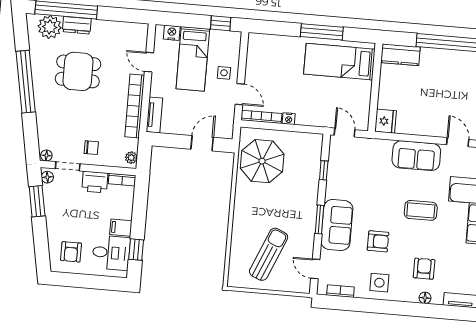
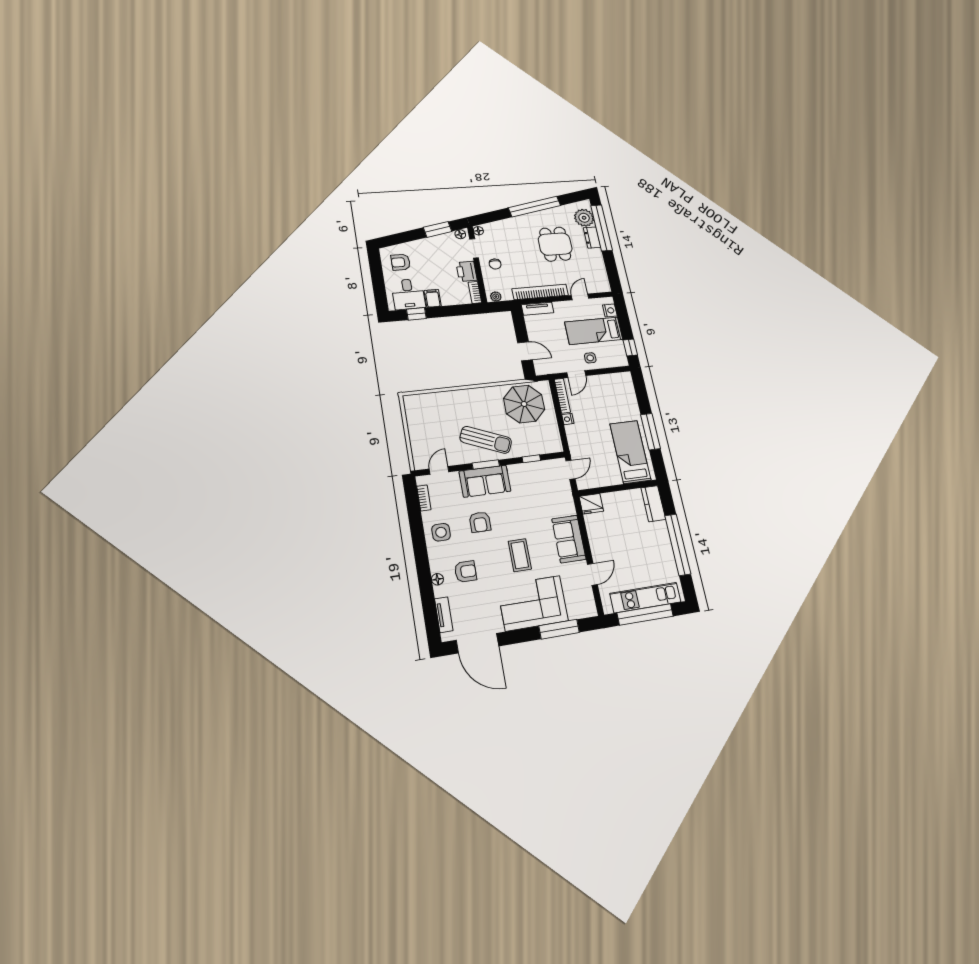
sun lounger: (269, 254) -> (486, 440), moved

